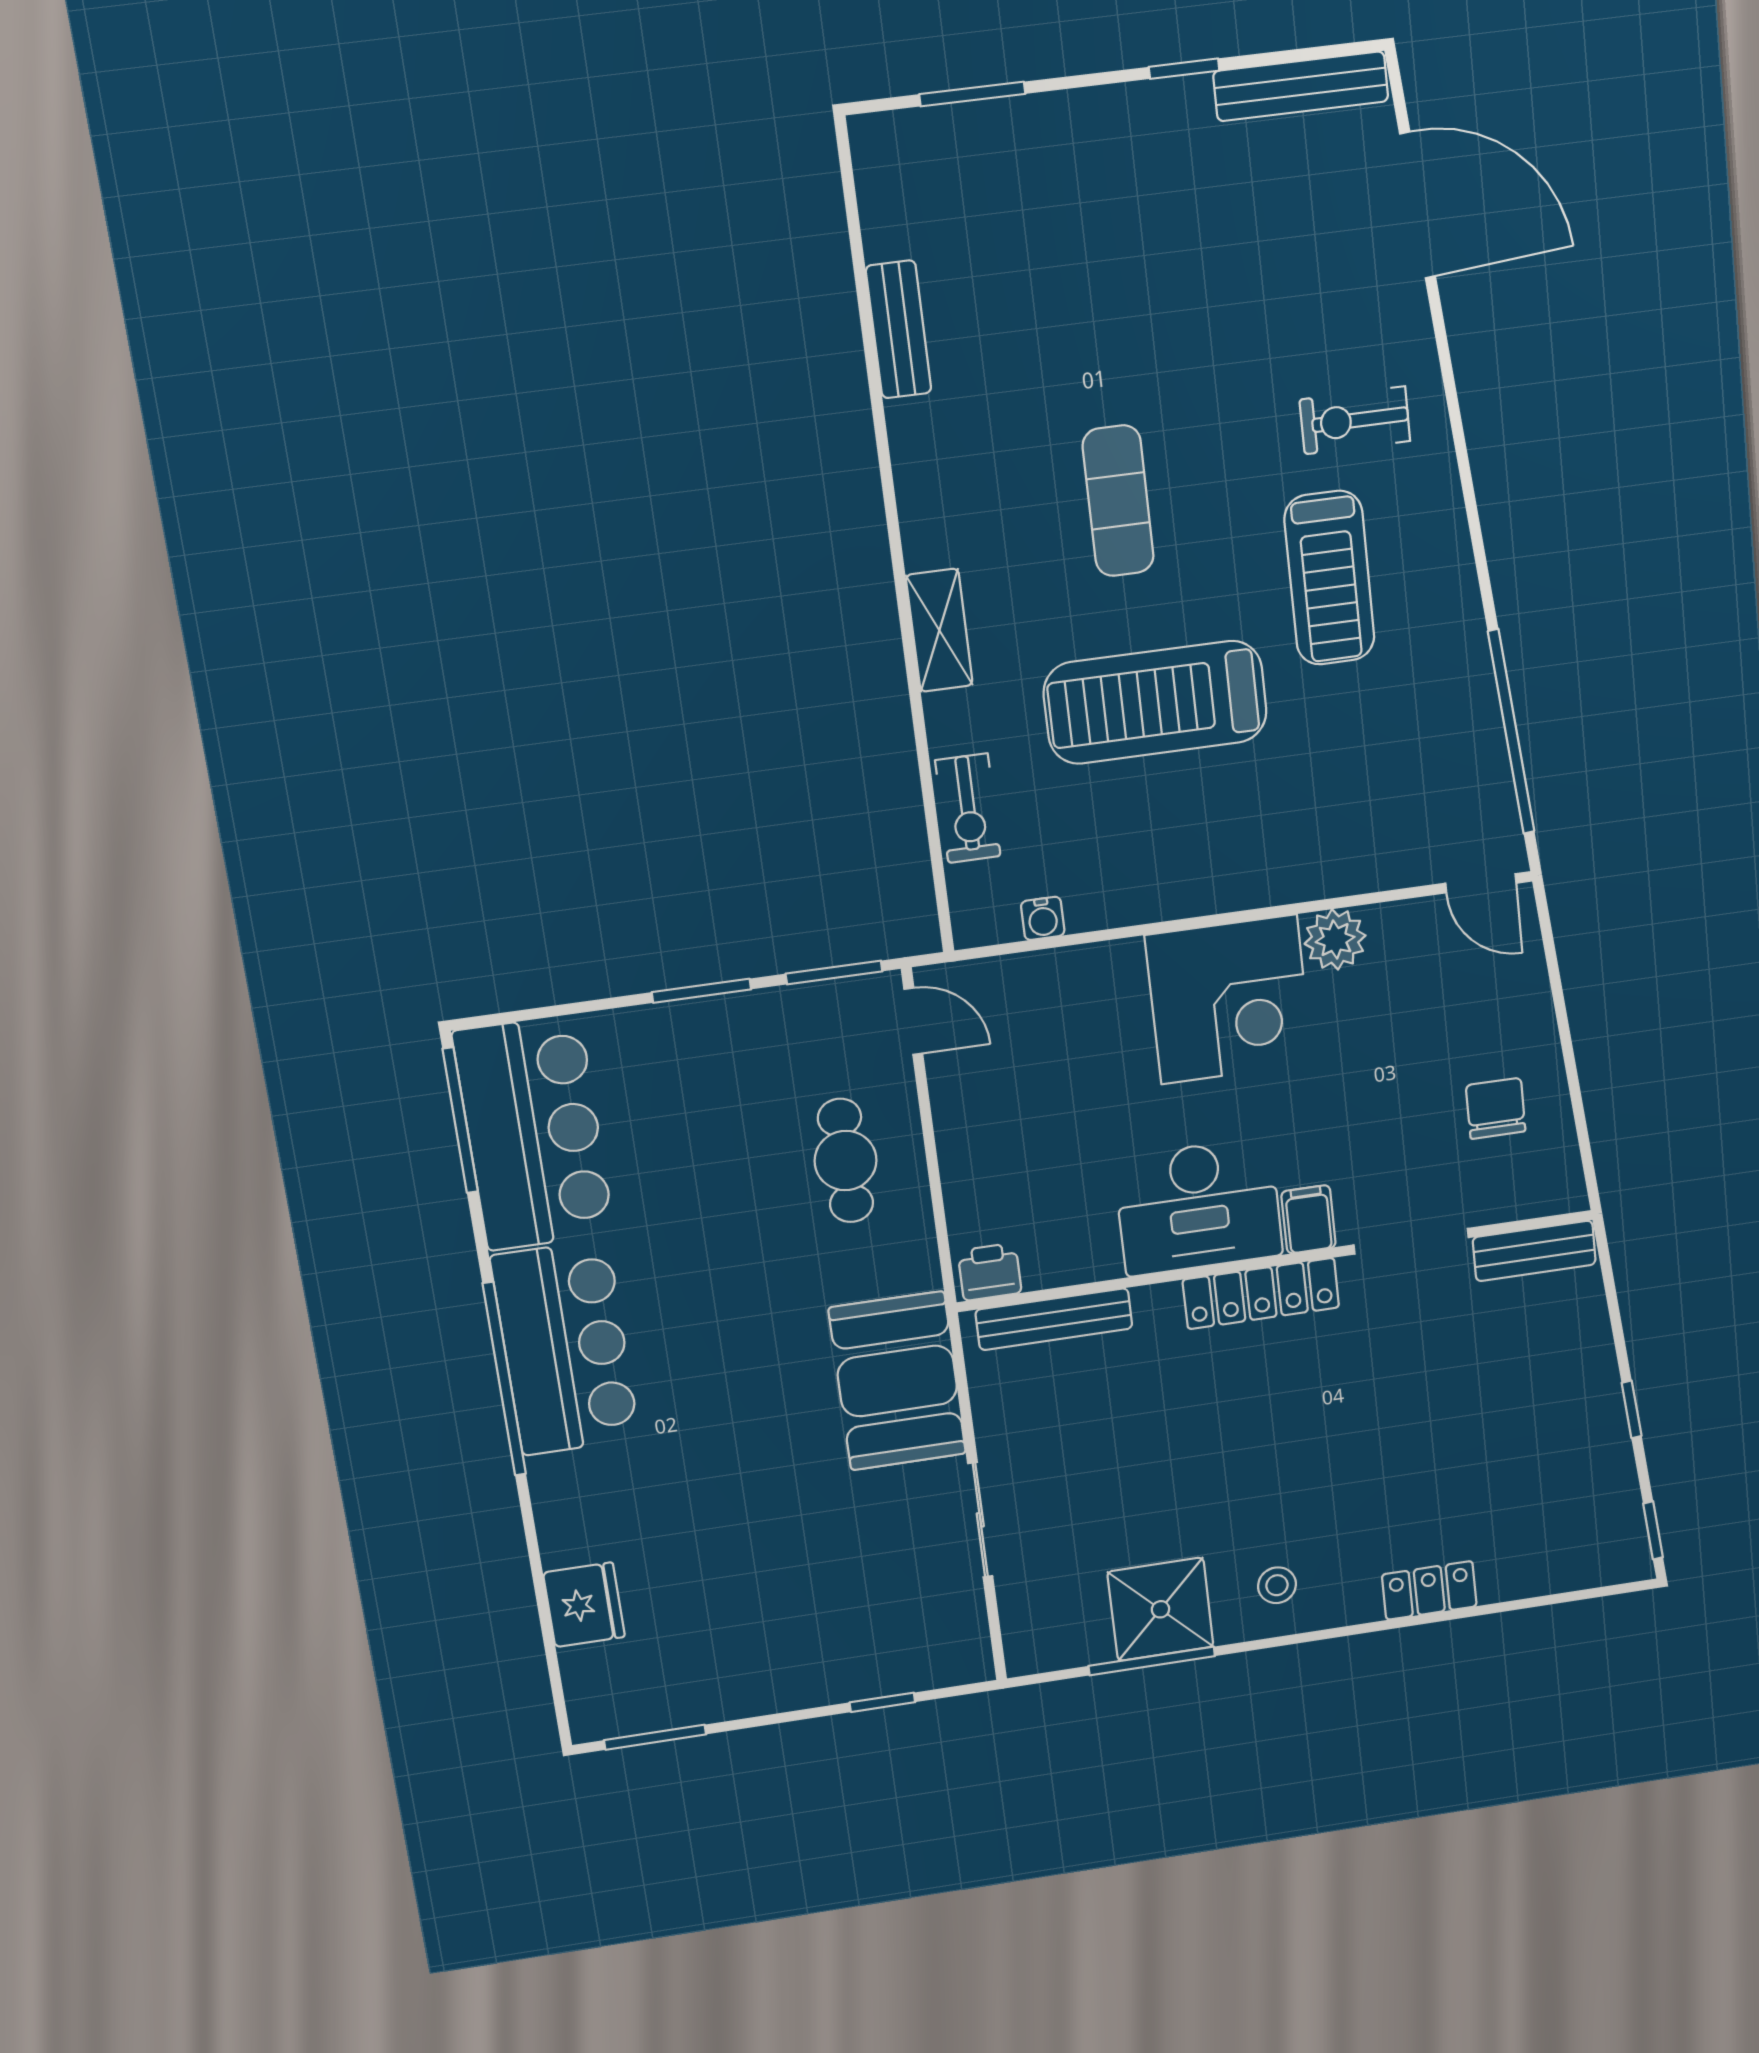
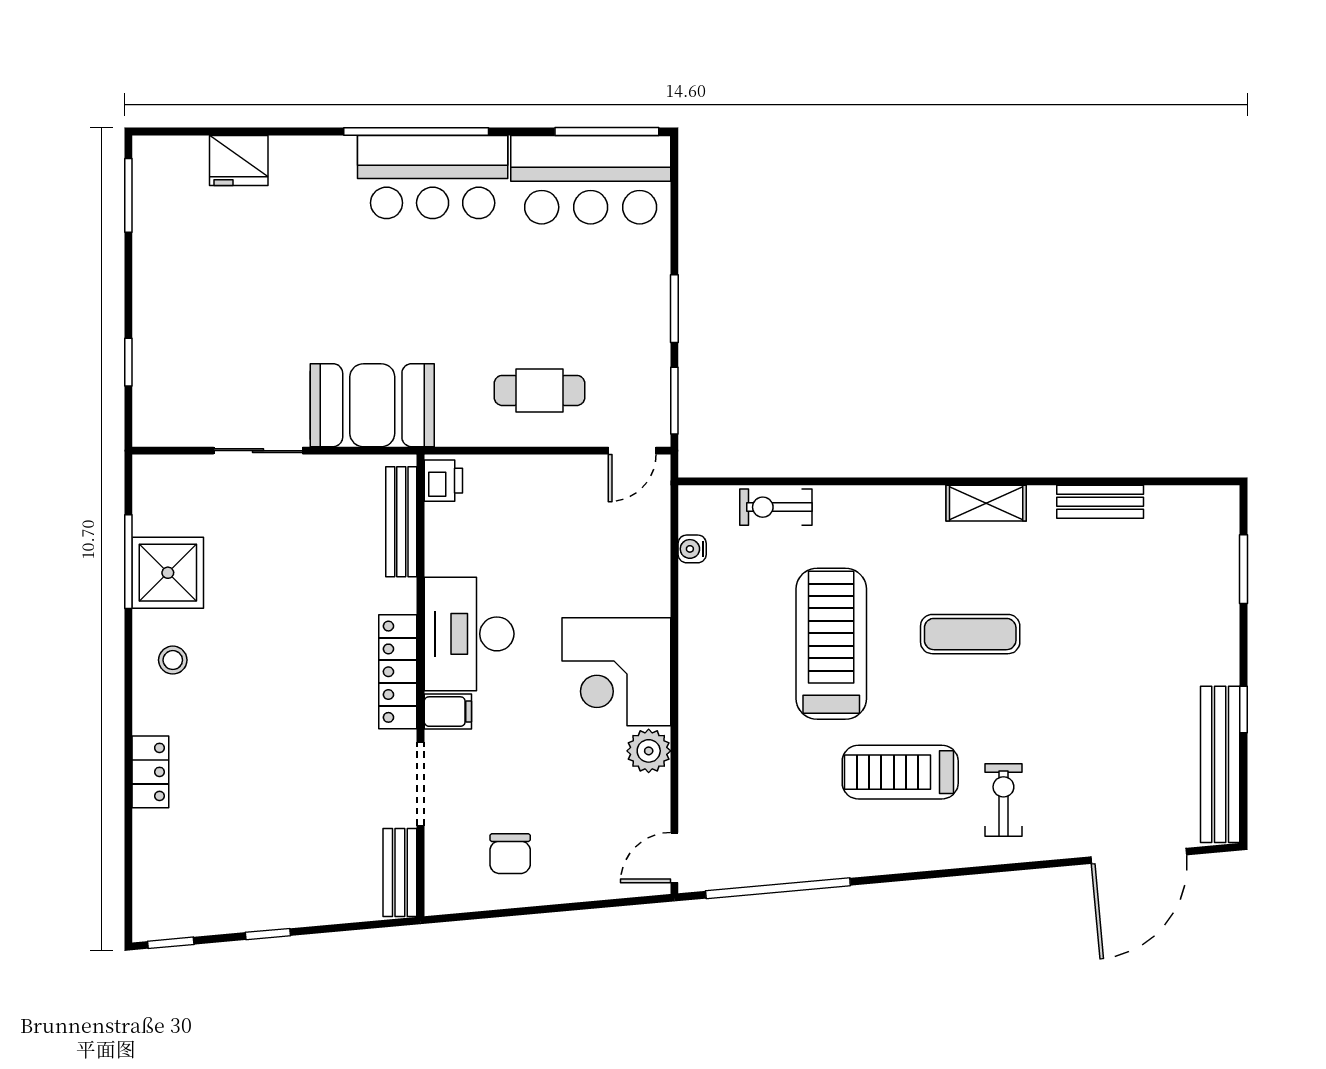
bench: (1301, 86) -> (1220, 764), width x1.37, depth x1.21
shelving: (939, 630) -> (986, 503), moved
chair: (1496, 1108) -> (510, 854), turned 90

